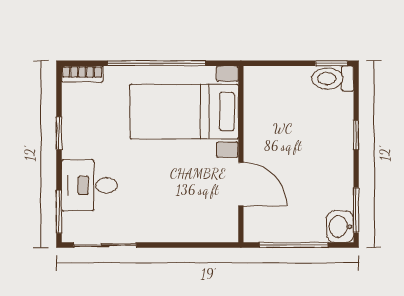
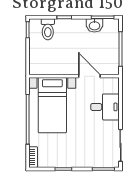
toilet: (333, 78) -> (48, 29), moved
door: (241, 184) -> (89, 76), hinge flipped
desk: (89, 185) -> (105, 107), moved, turned -90
washbasin: (340, 227) -> (94, 25), moved

